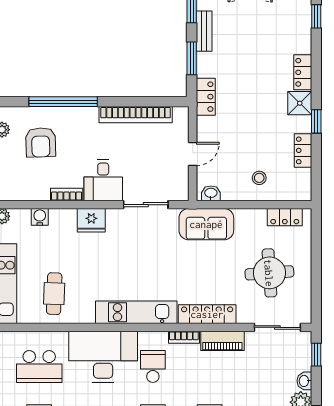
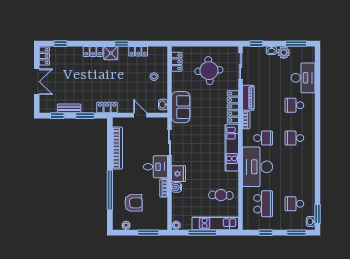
water cooler: (40, 217) -> (177, 187), moved
school desk: (153, 366) -> (263, 138), turned 180

